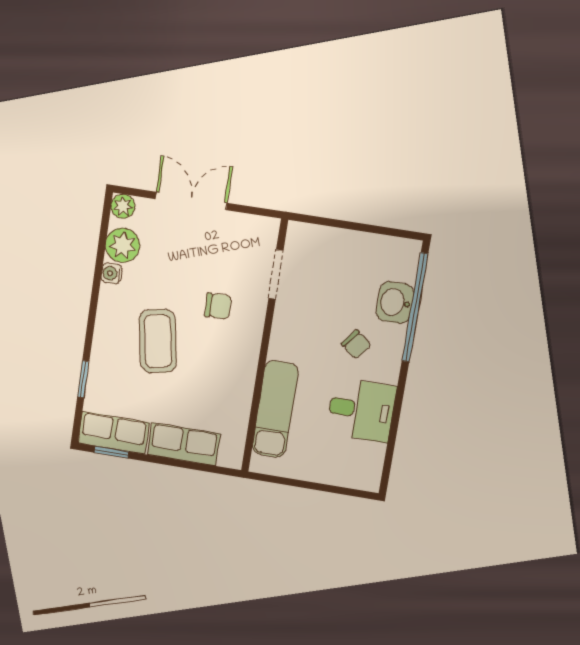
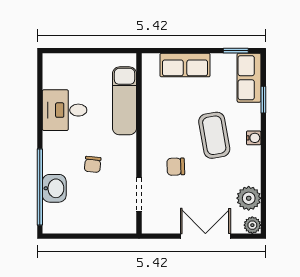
double door: (191, 201) -> (205, 236), swing flipped
water cooler: (112, 274) -> (254, 138), moved
chair: (356, 344) -> (93, 164), moved, turned -122
row of seats: (114, 433) -> (249, 78), moved, turned 90

